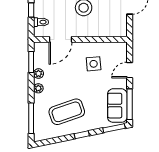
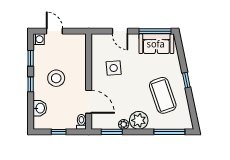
toilet: (41, 22) -> (81, 122), moved
plant: (38, 88) -> (139, 120), width x1.88, depth x1.88
window: (114, 128) -> (179, 47), removed

